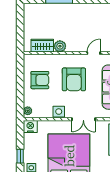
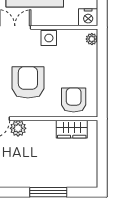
plant: (60, 46) -> (18, 128), moved
armchair: (40, 80) -> (74, 100), moved, turned 90

